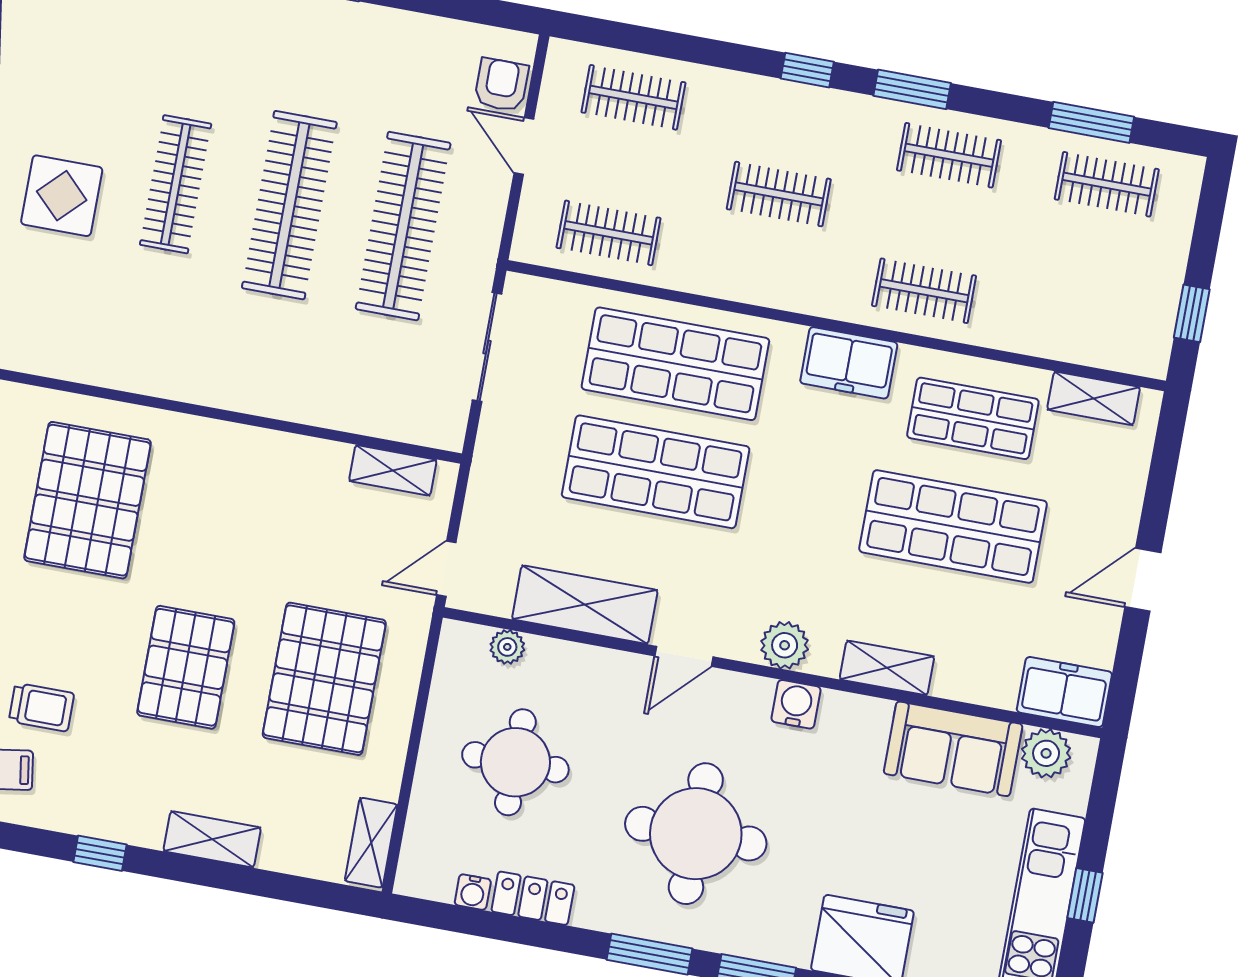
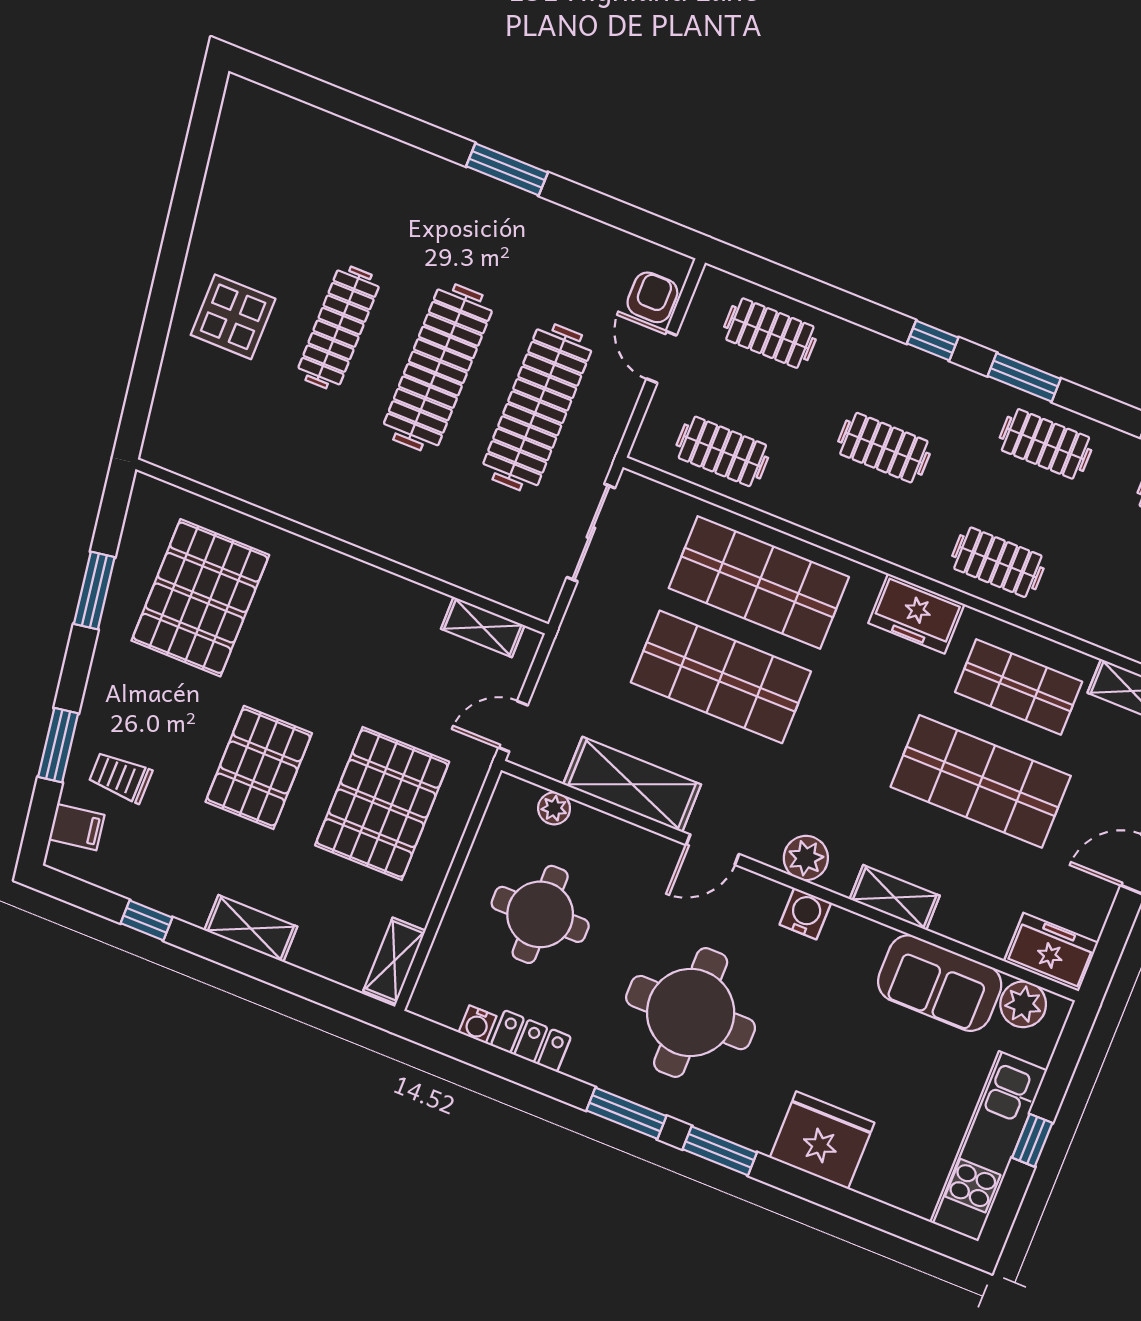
trolley: (41, 707) -> (120, 777), turned 180

